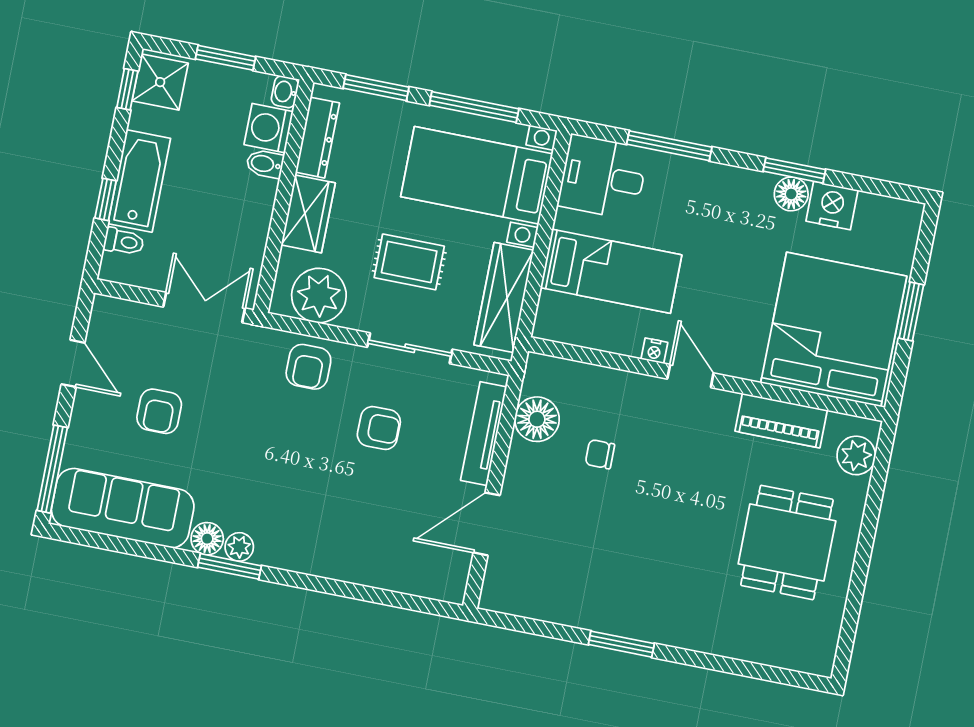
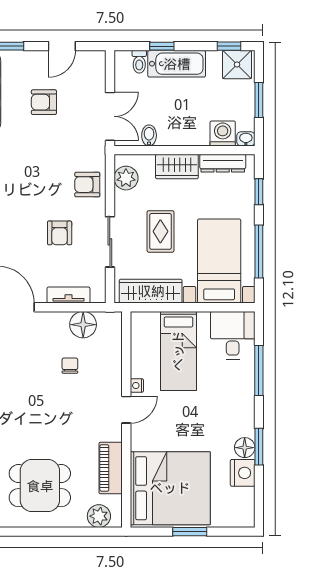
window: (376, 88) -> (259, 192), width x0.67
bidet: (265, 164) -> (149, 135), moved
plant: (319, 295) -> (126, 178), width x0.73, depth x0.73
tv unit: (484, 434) -> (68, 295), width x0.71

